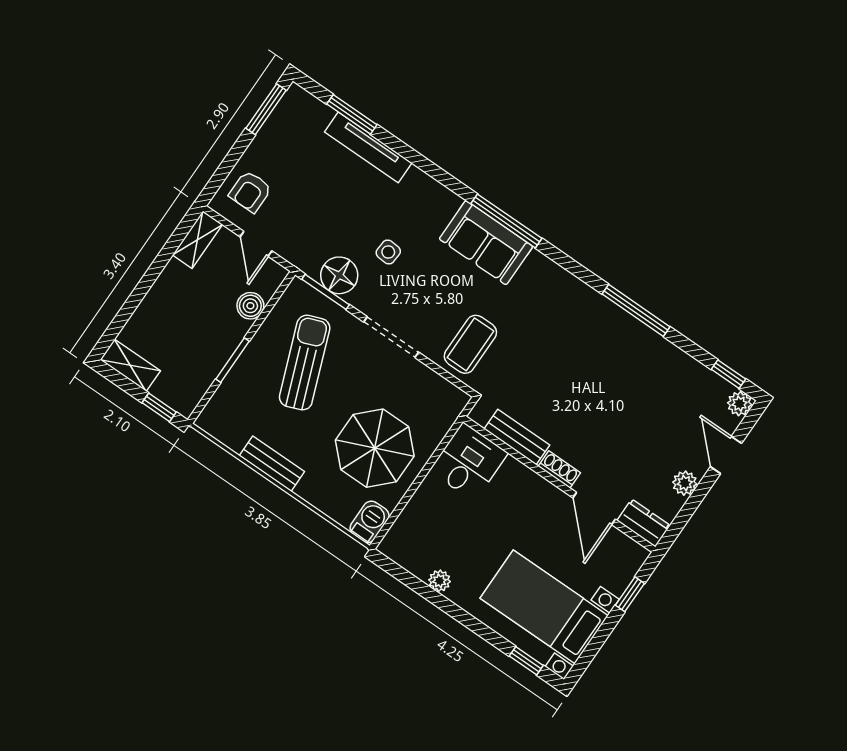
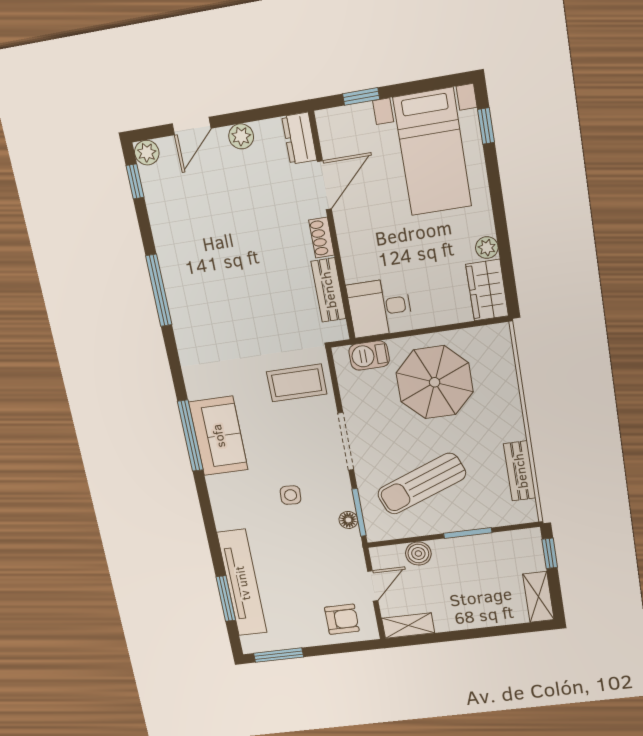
tv unit: (368, 147) -> (242, 583), width x1.36, depth x1.29
floor lamp: (339, 275) -> (348, 520), width x0.53, depth x0.53
bench: (272, 464) -> (520, 471), moved
barbecue: (370, 522) -> (369, 355), moved
wardrobe: (408, 552) -> (487, 290), added

